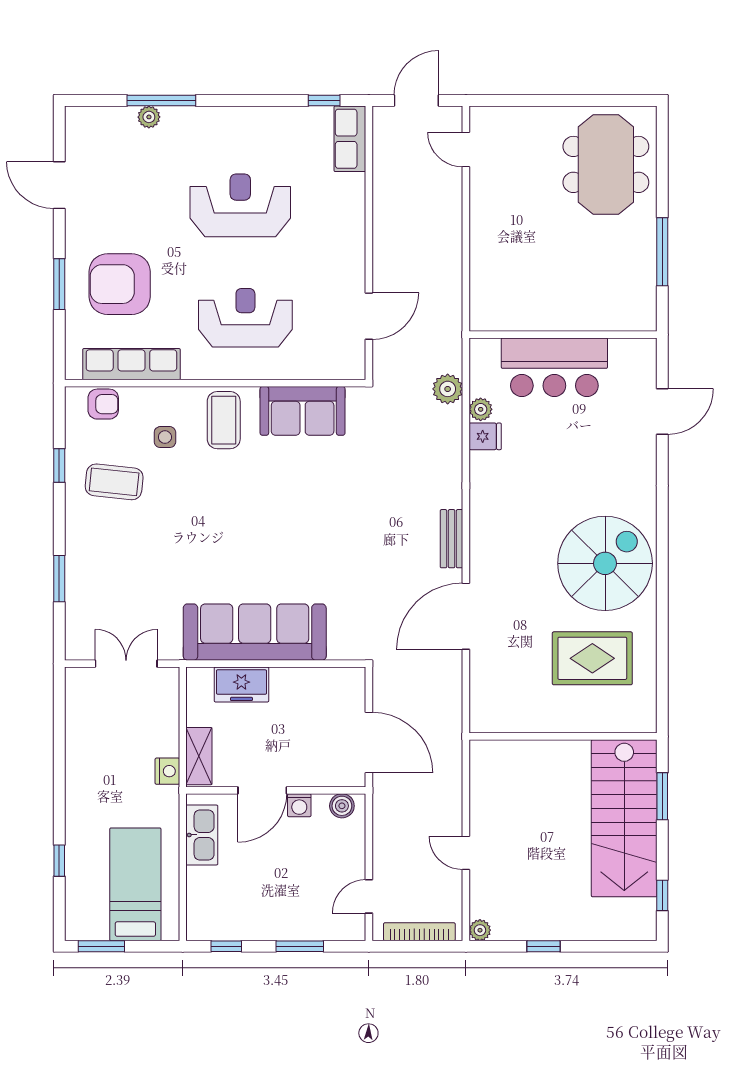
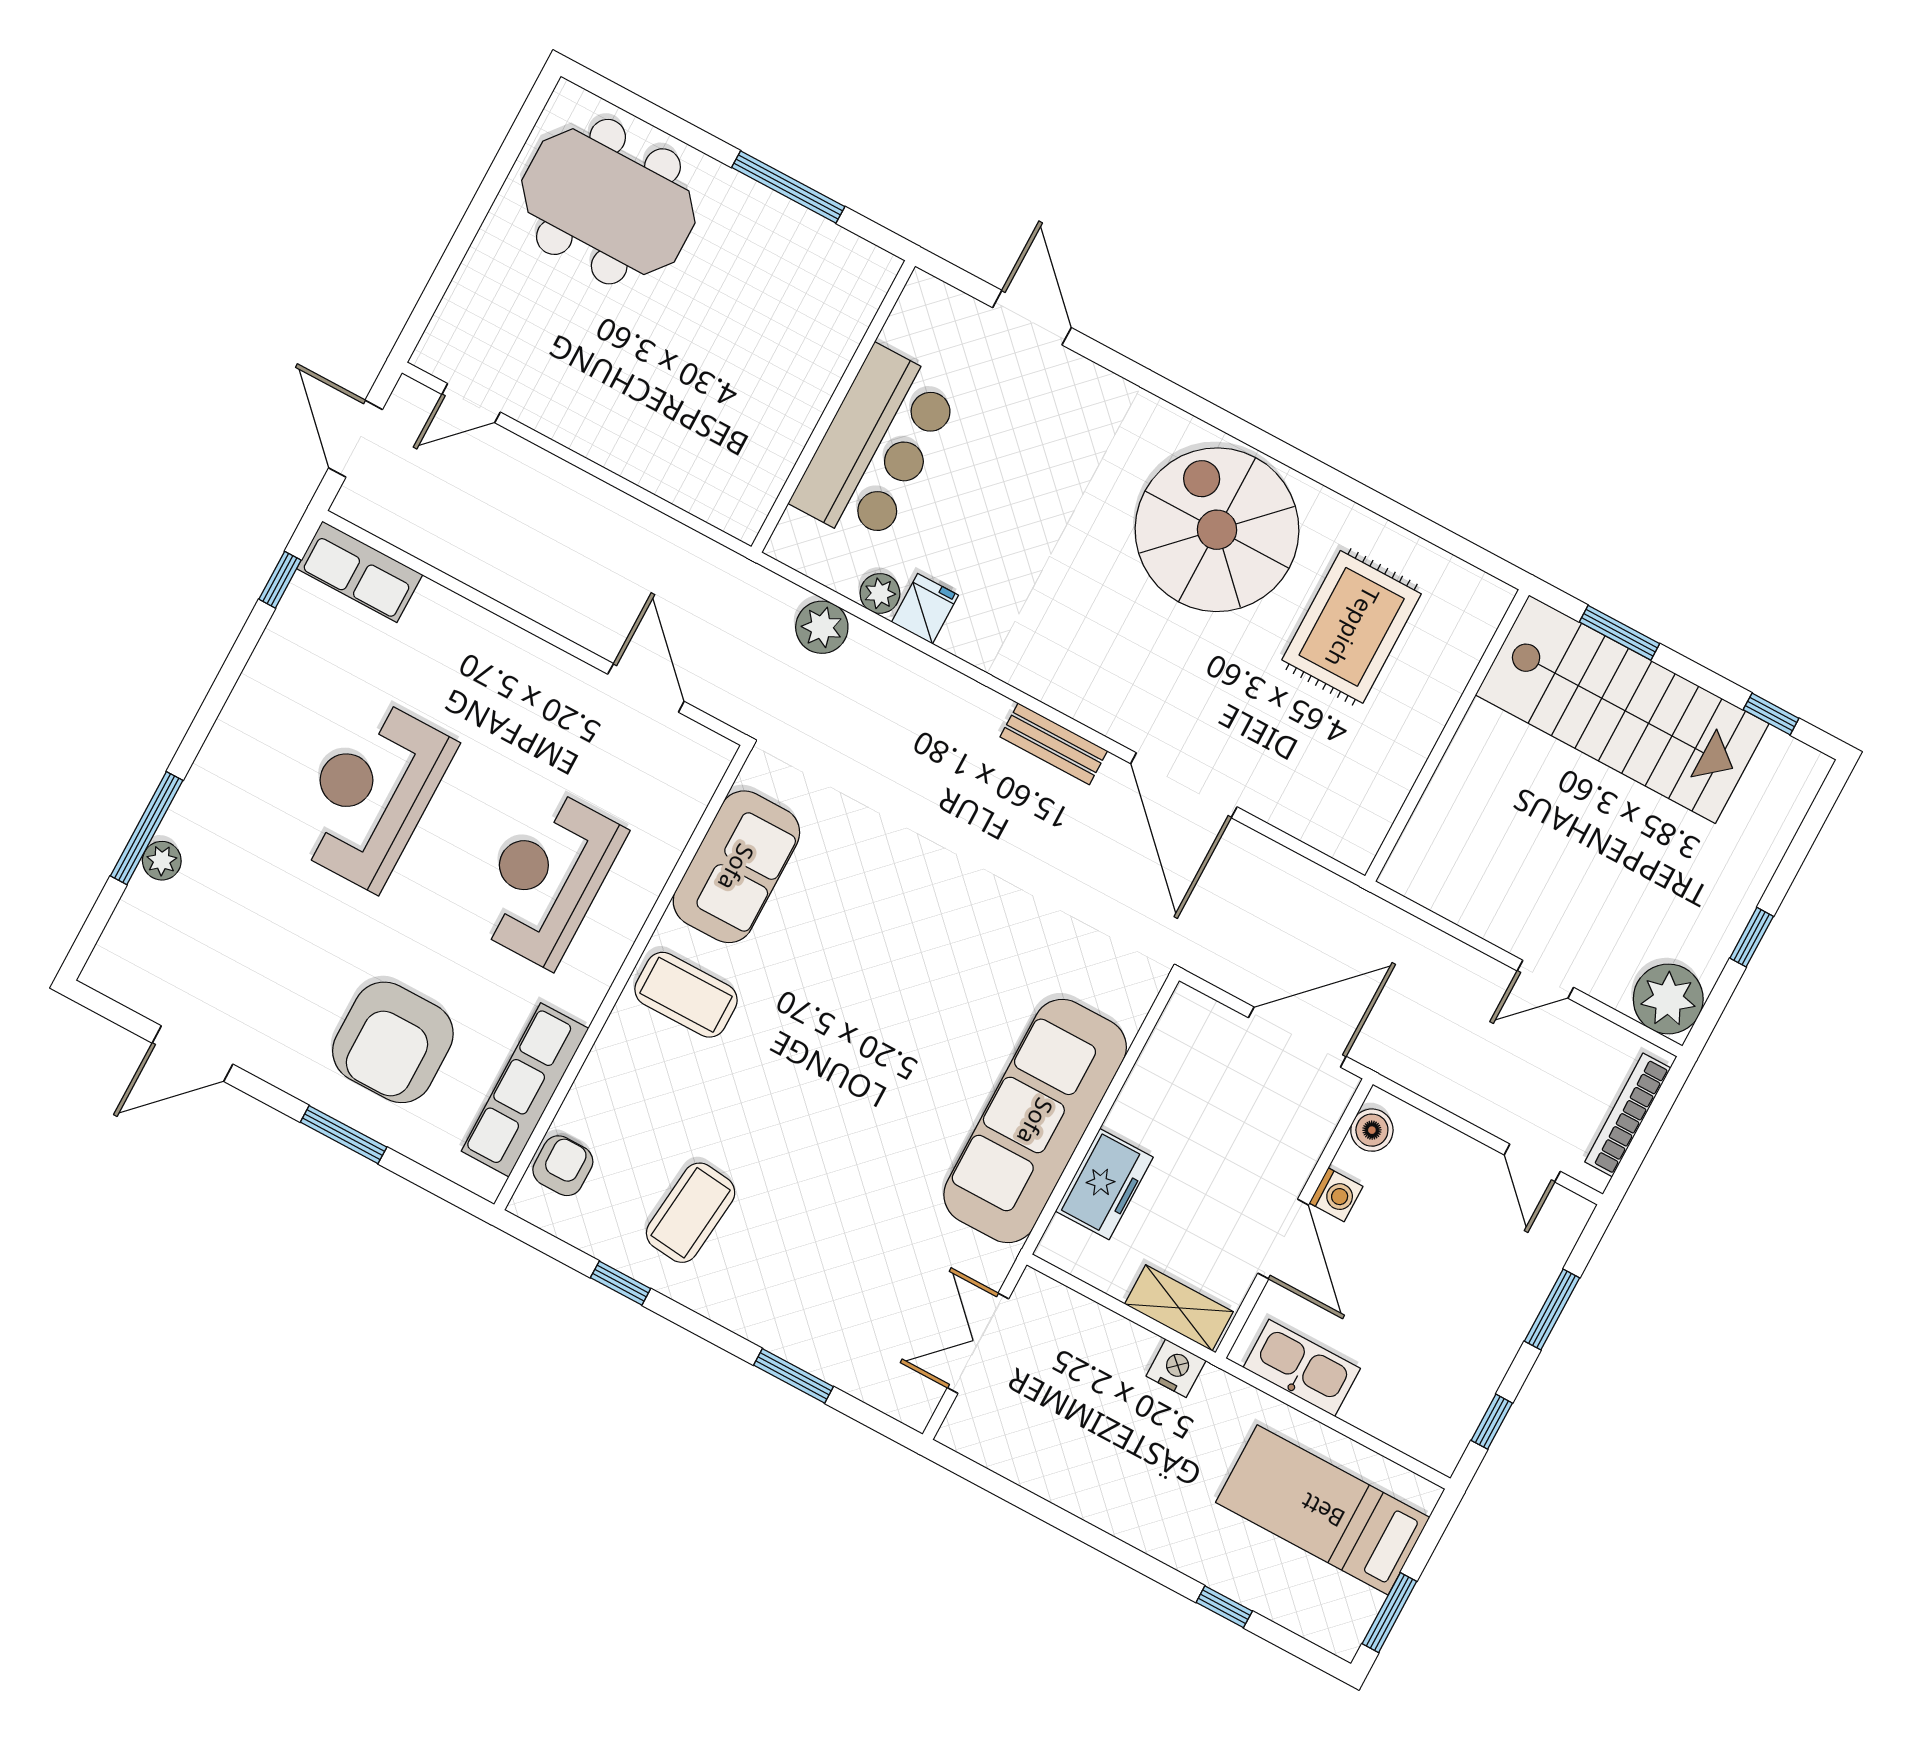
side table: (165, 437) -> (664, 1098), removed
plant: (480, 930) -> (1668, 999), width x1.88, depth x1.88

